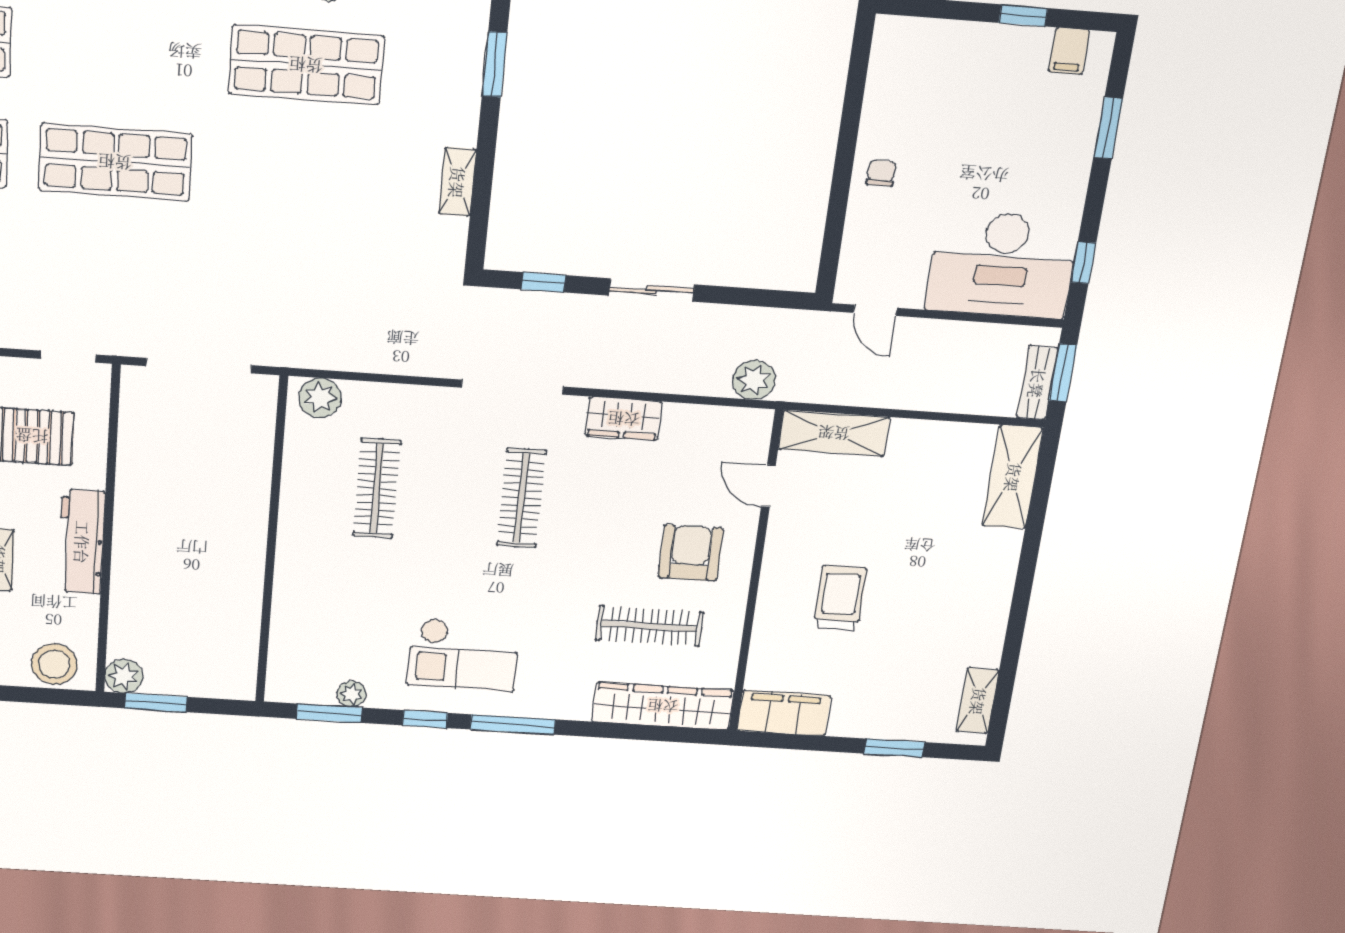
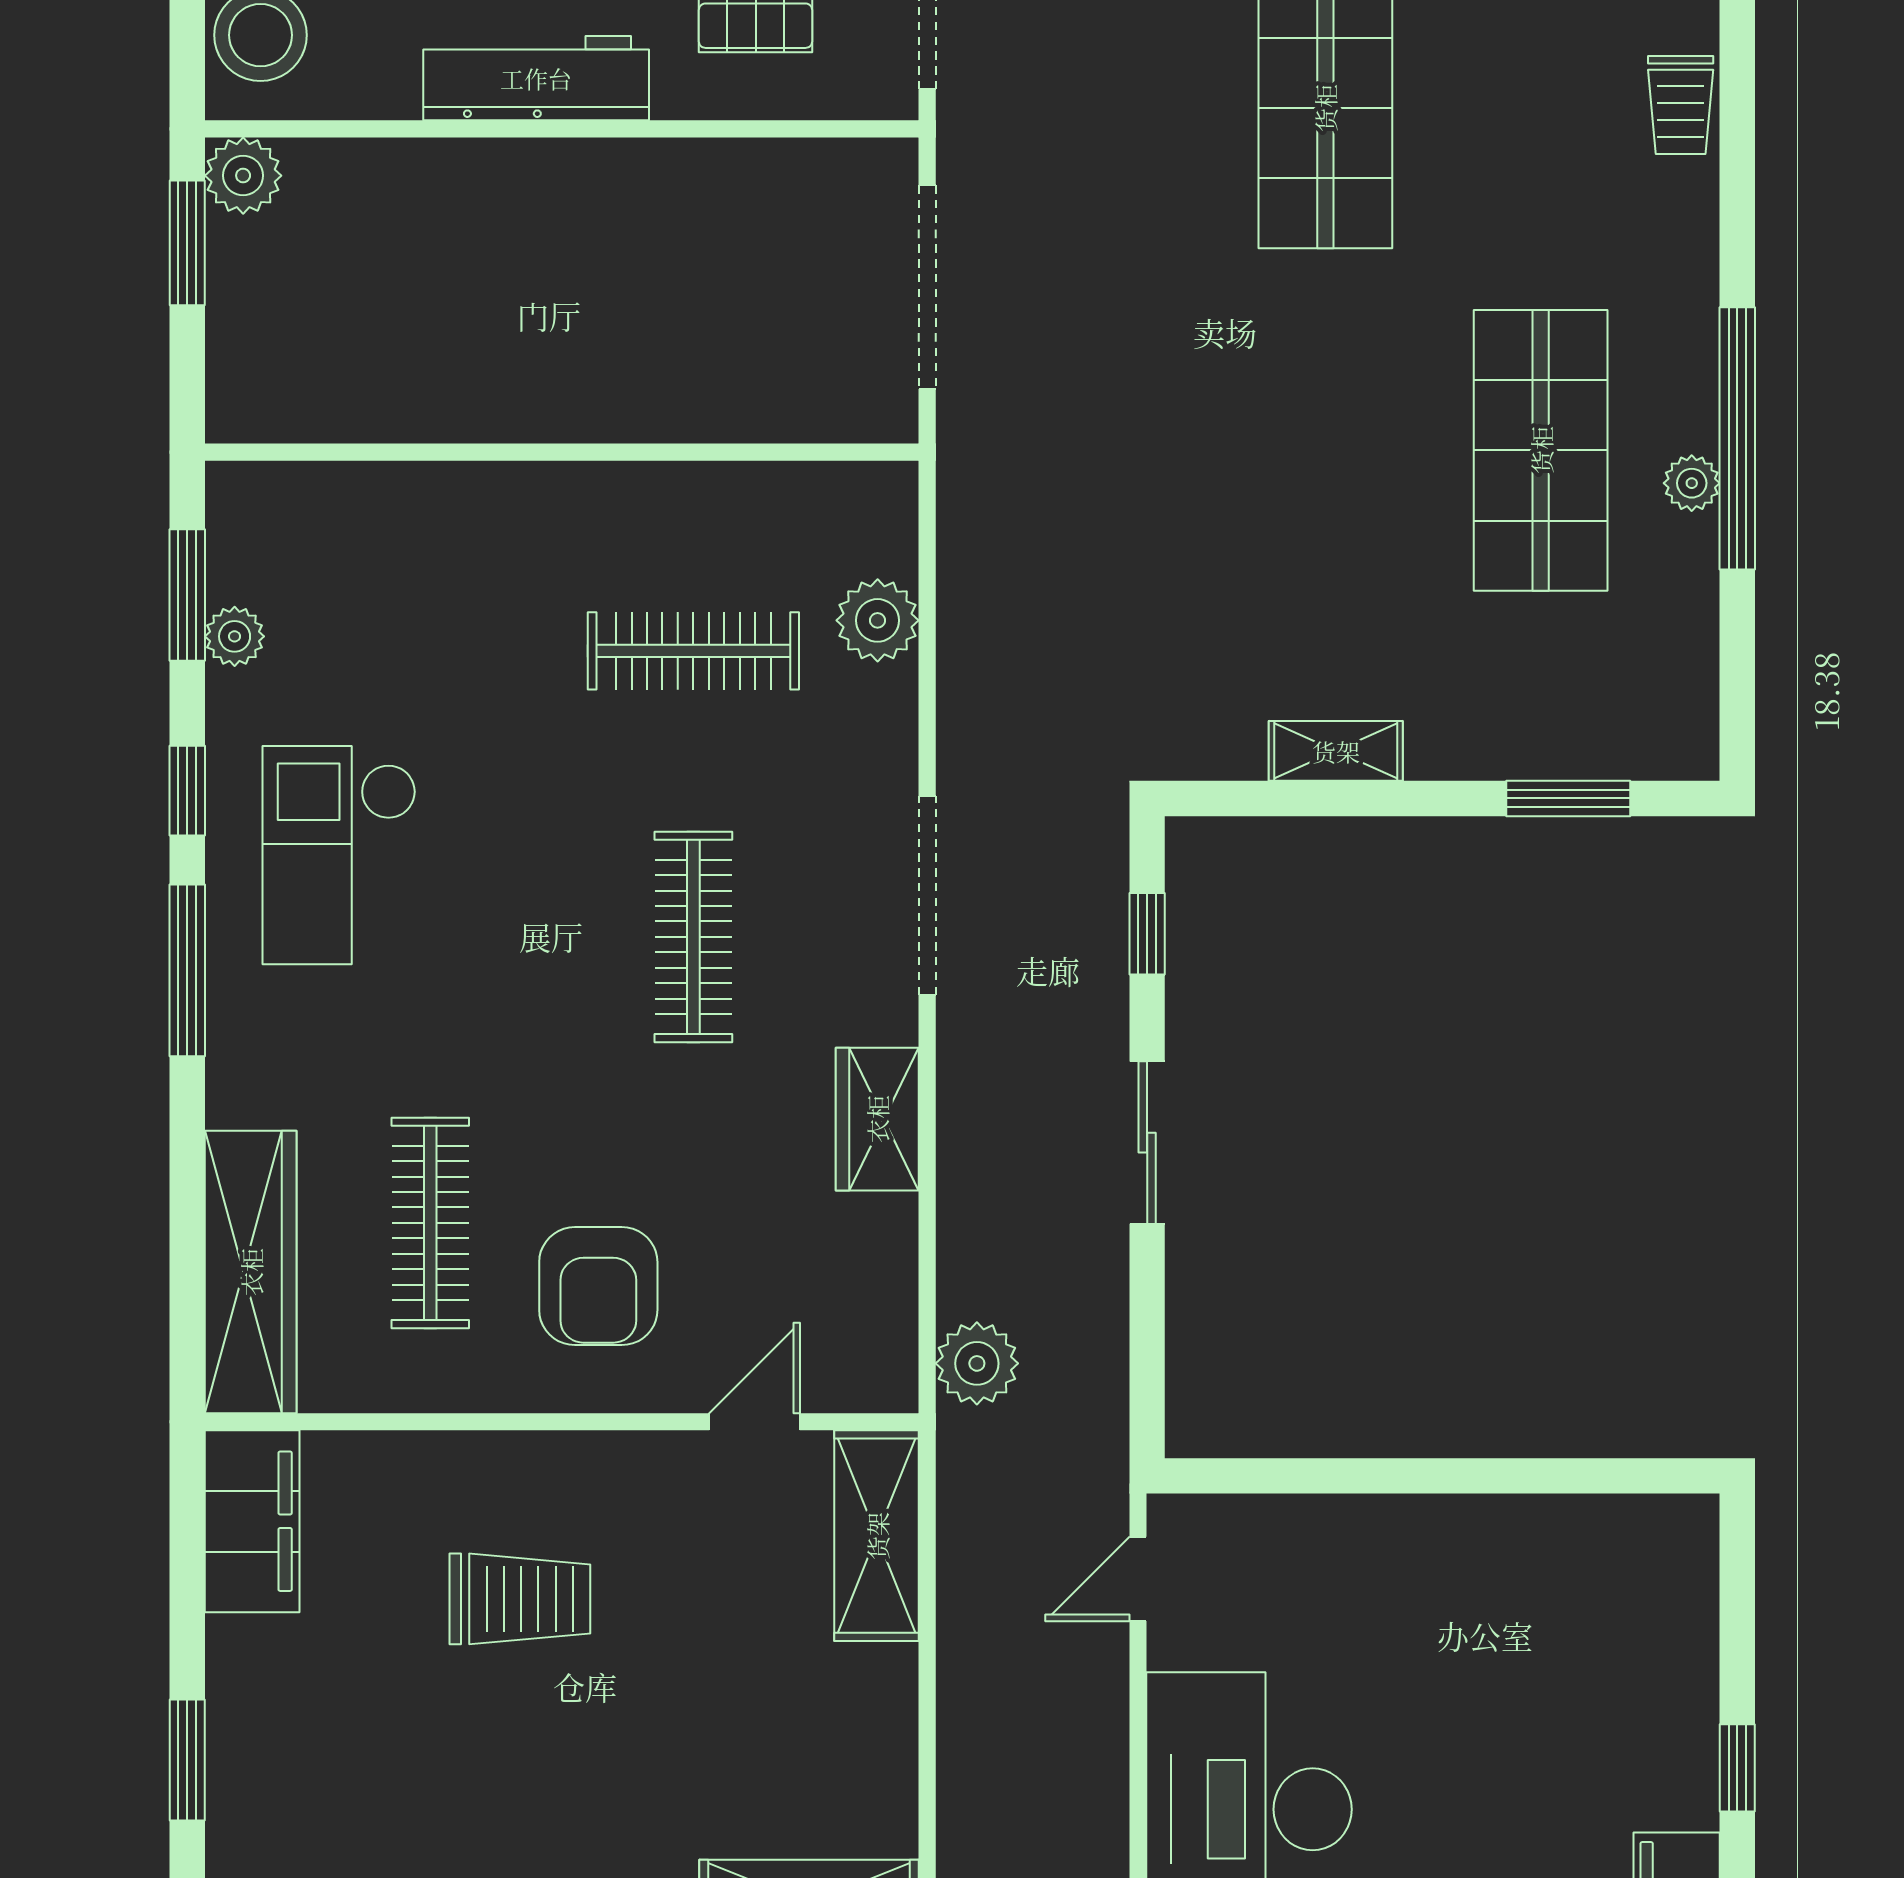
chair: (881, 173) -> (1414, 1549), removed
plant: (320, 398) -> (878, 620), moved
clothes rail: (521, 498) -> (693, 937), turned 90
armchair: (691, 553) -> (598, 1286), turned 90

